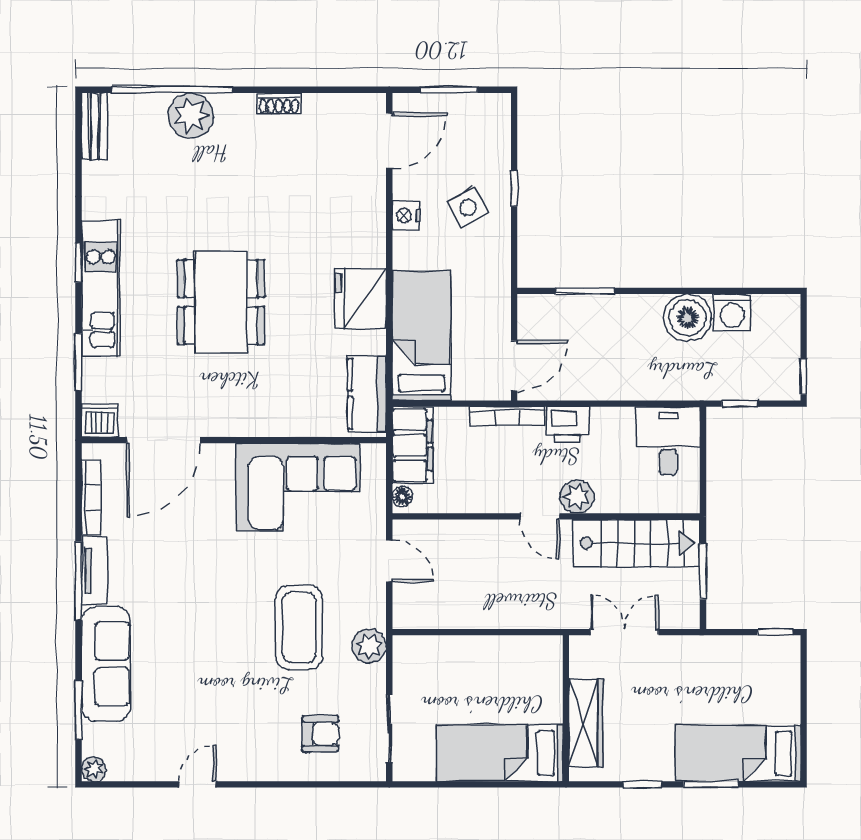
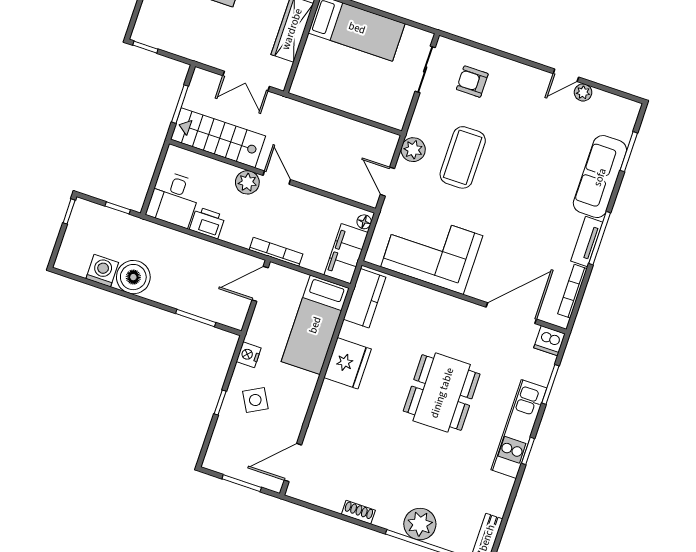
nightstand: (406, 216) -> (249, 355), moved, turned 180
printer: (568, 424) -> (207, 223), moved
plant: (369, 646) -> (413, 150), moved
plant: (94, 769) -> (583, 92), moved

